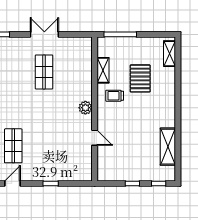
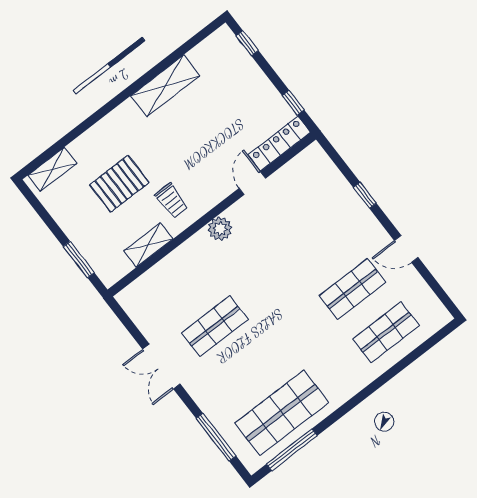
window: (120, 34) -> (79, 260), width x0.69
shelving: (168, 147) -> (165, 86), moved
locker: (103, 163) -> (279, 144), added
window: (132, 183) -> (293, 103), moved

